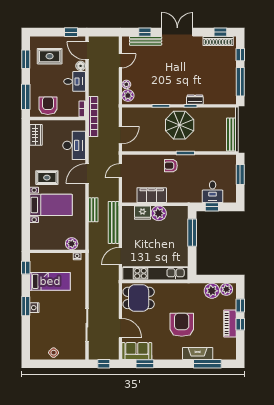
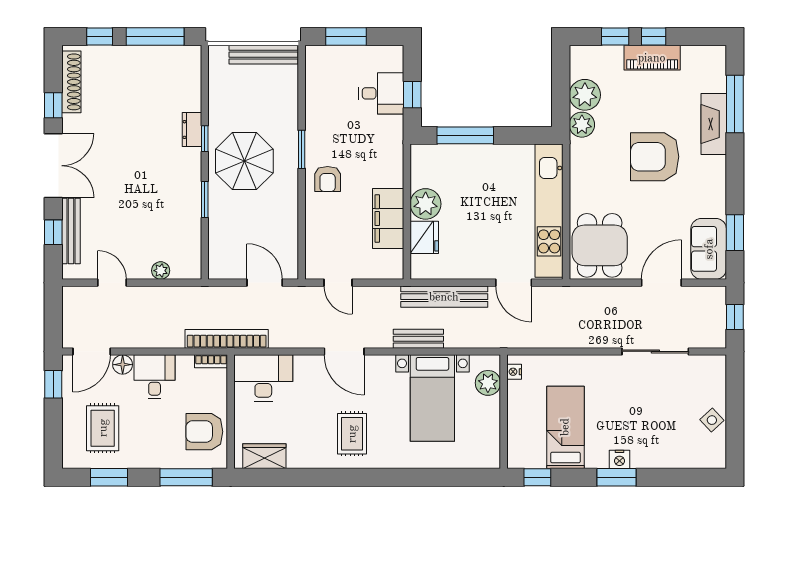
double door: (177, 32) -> (53, 166), swing flipped
window: (220, 32) -> (53, 105), moved
plant: (128, 96) -> (184, 267), removed
desk: (74, 145) -> (263, 378), moved
bed with nightstands: (51, 205) -> (432, 398), moved, turned 180
plant: (226, 289) -> (582, 125), moved

